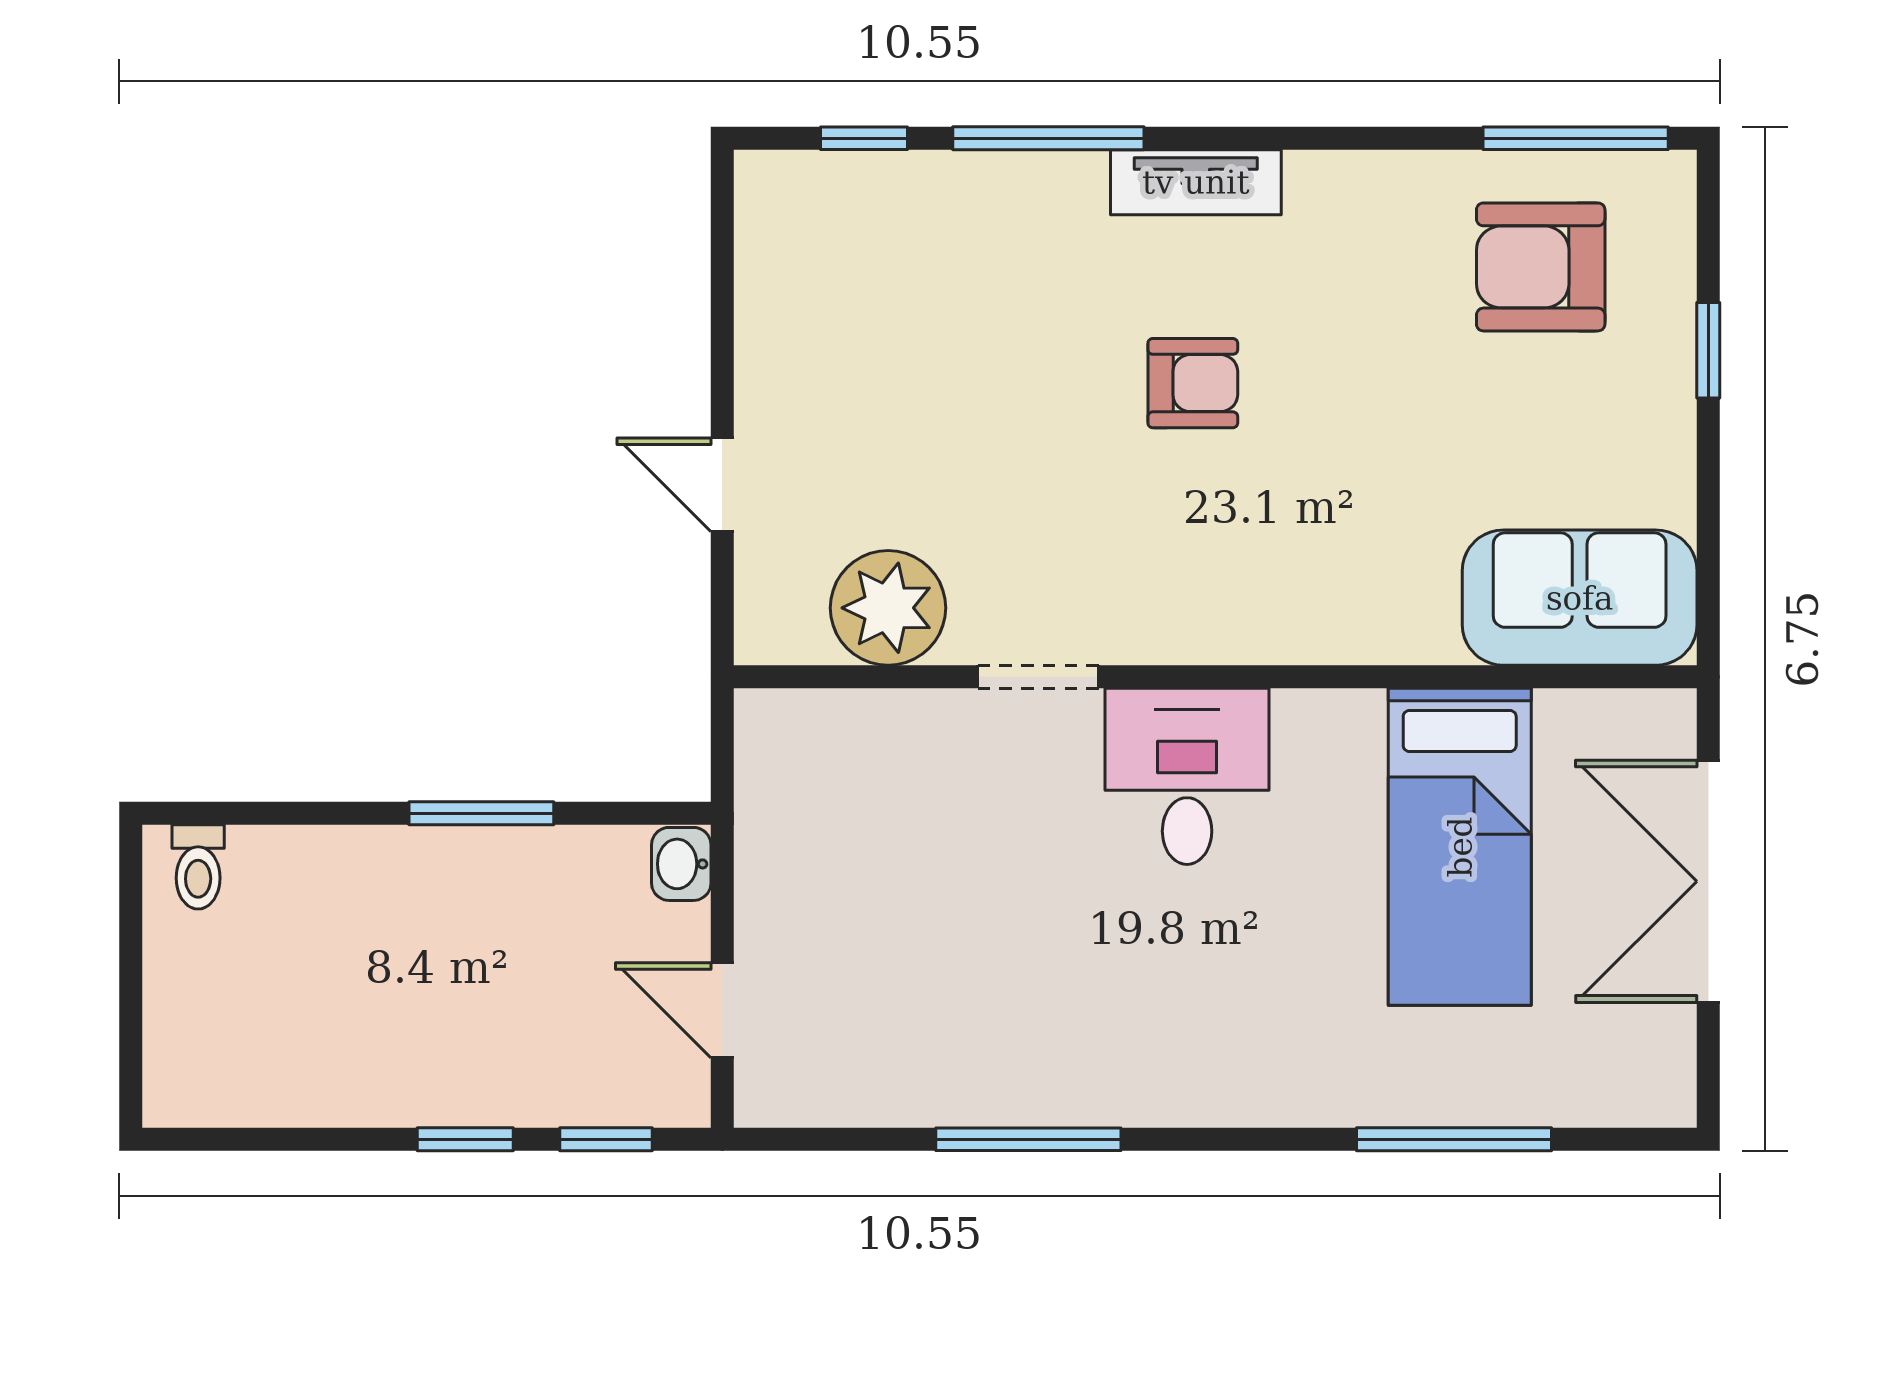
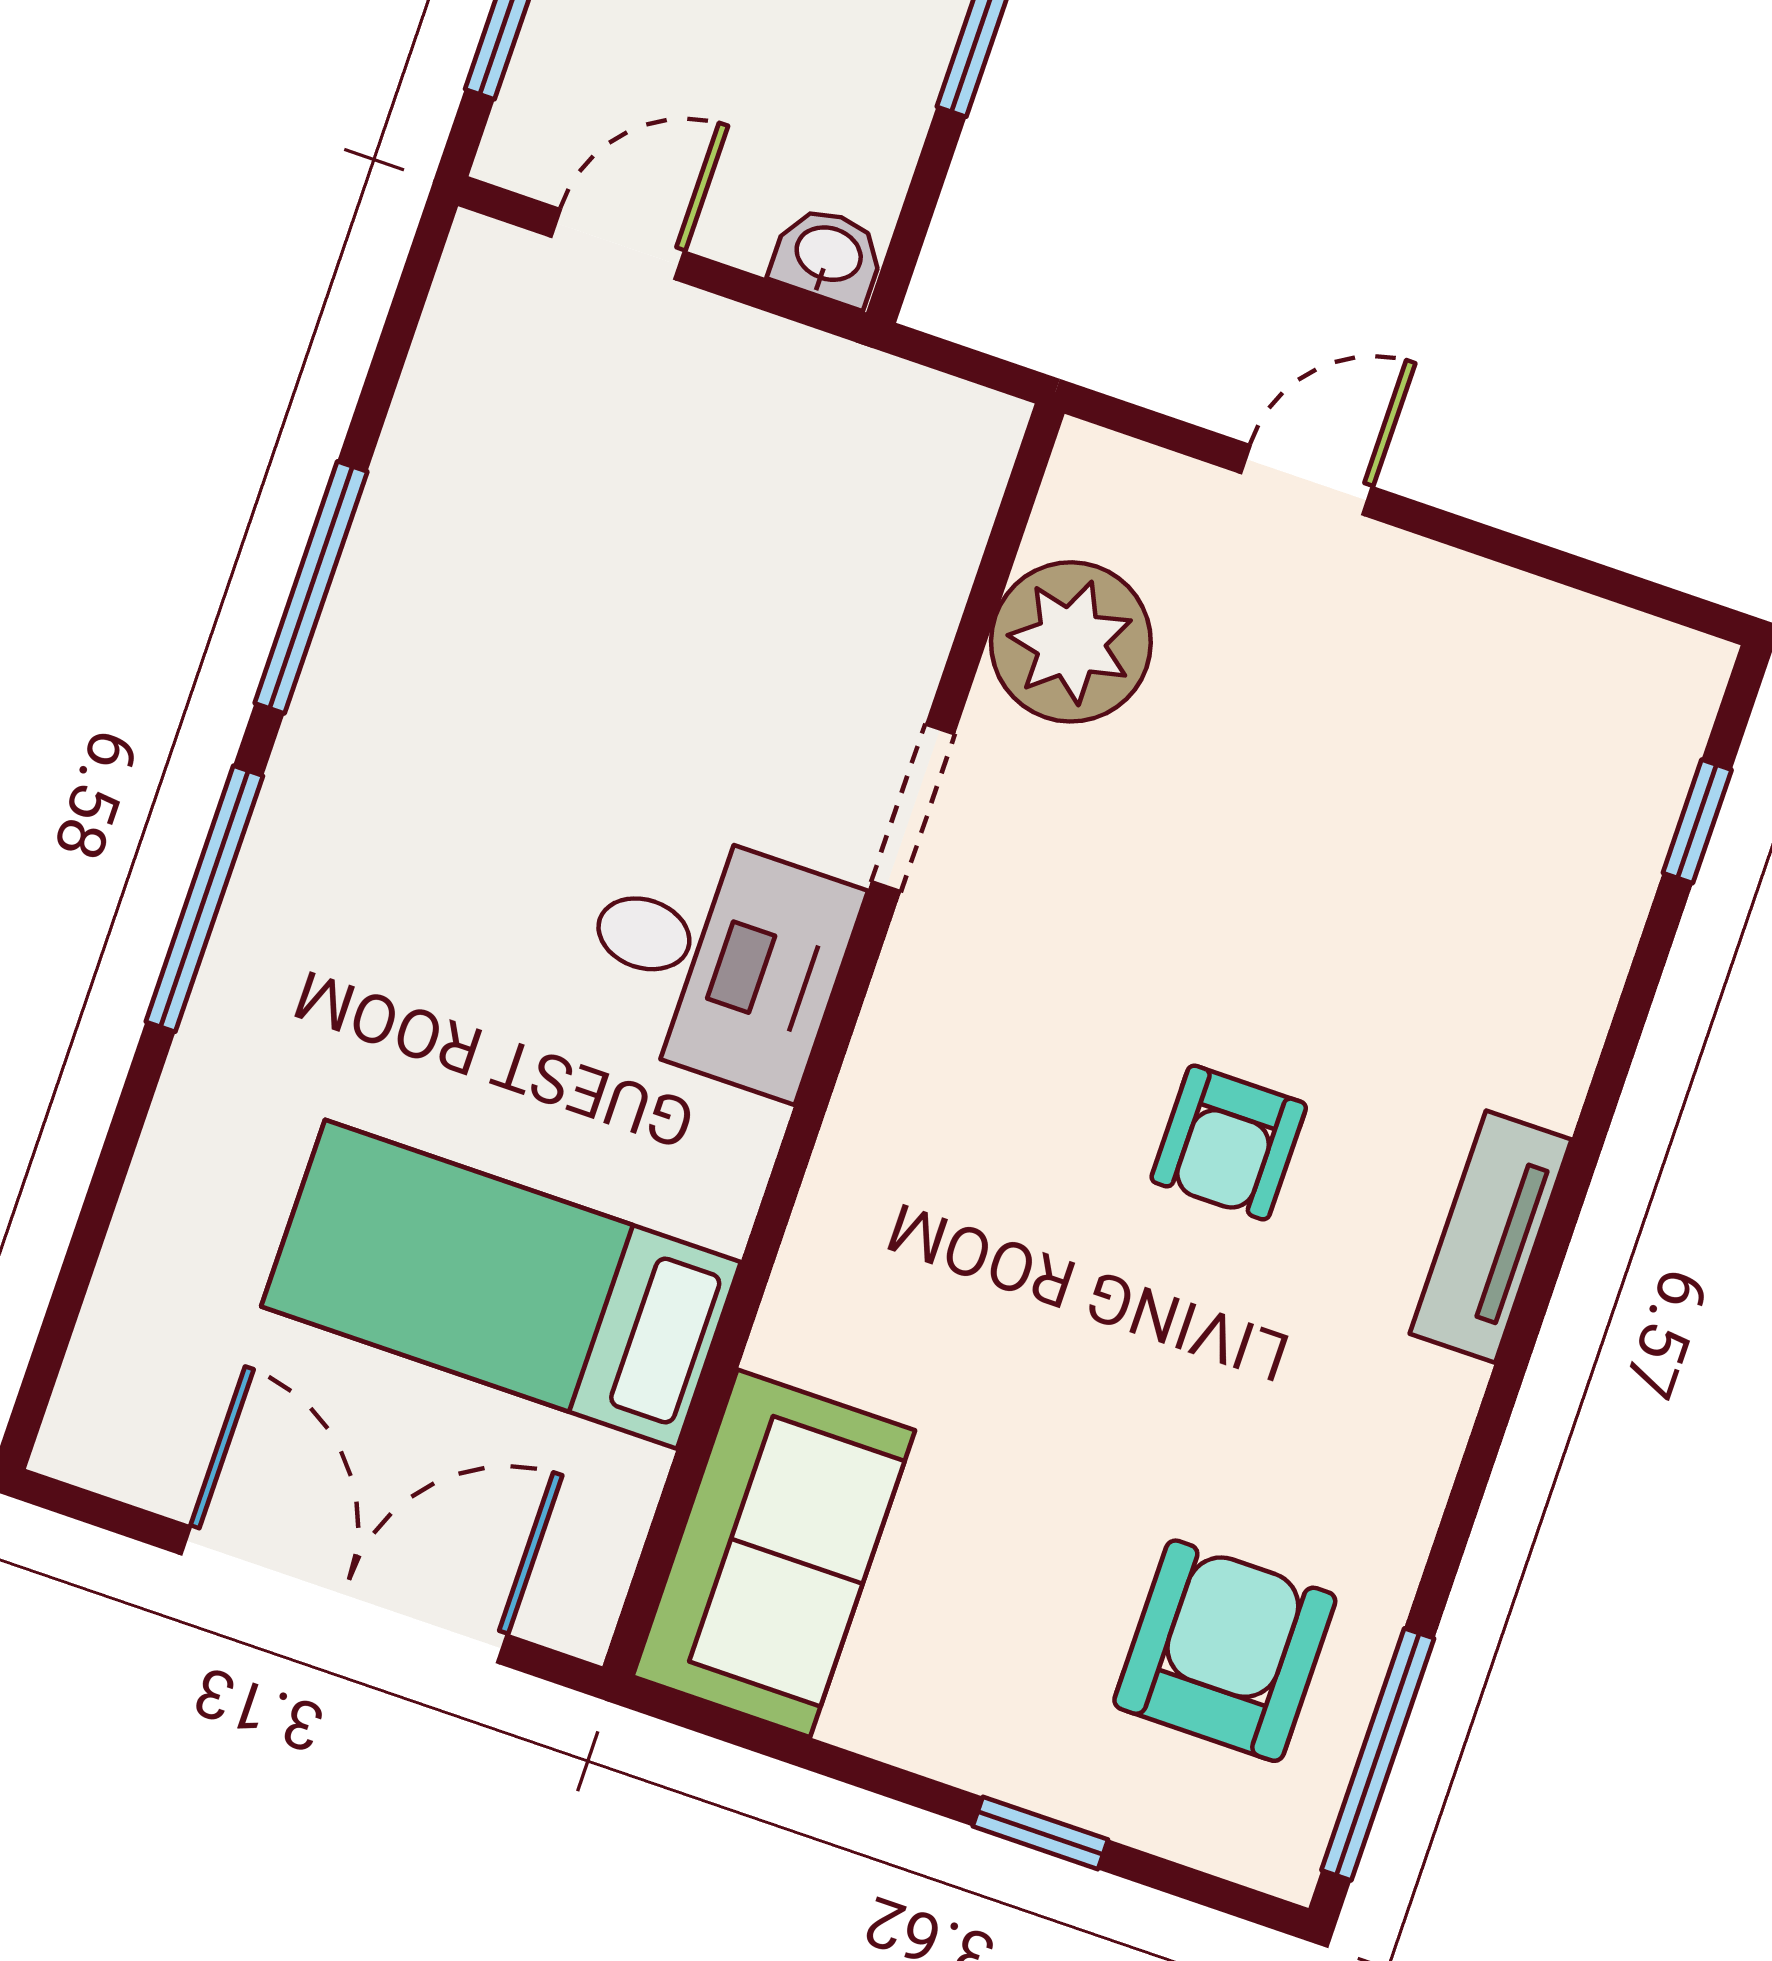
window: (1048, 138) -> (1614, 1063), removed
window: (1454, 1139) -> (204, 899), moved

